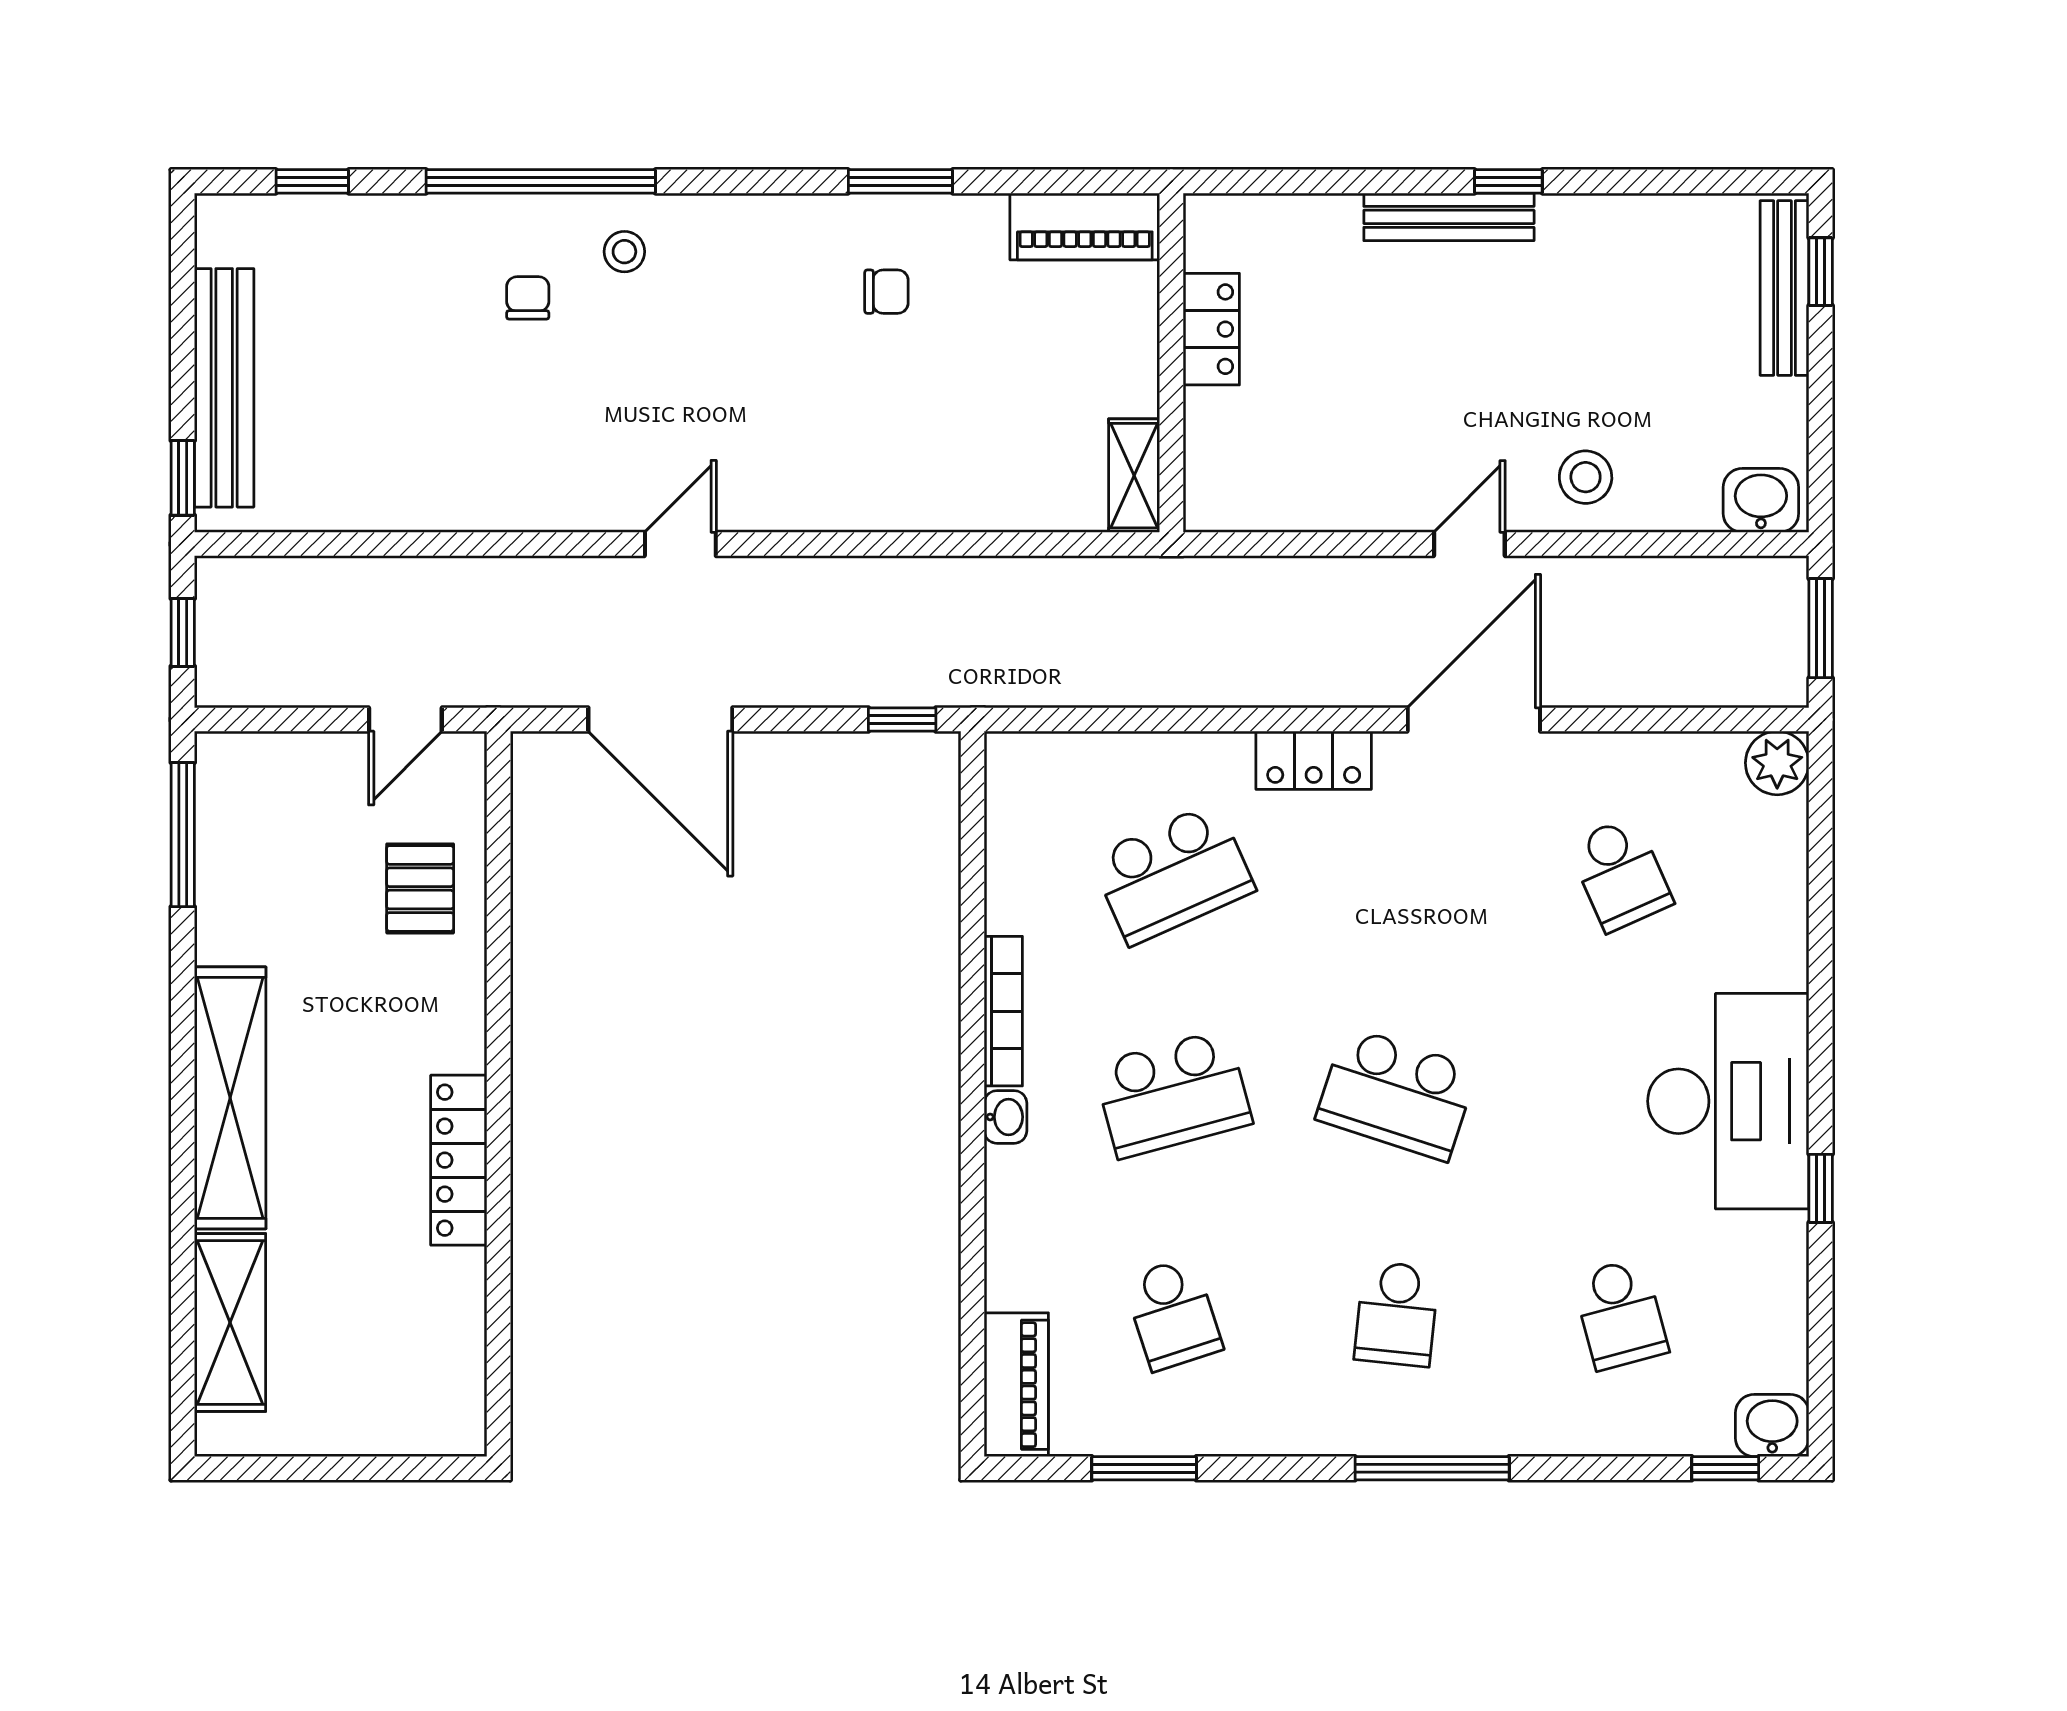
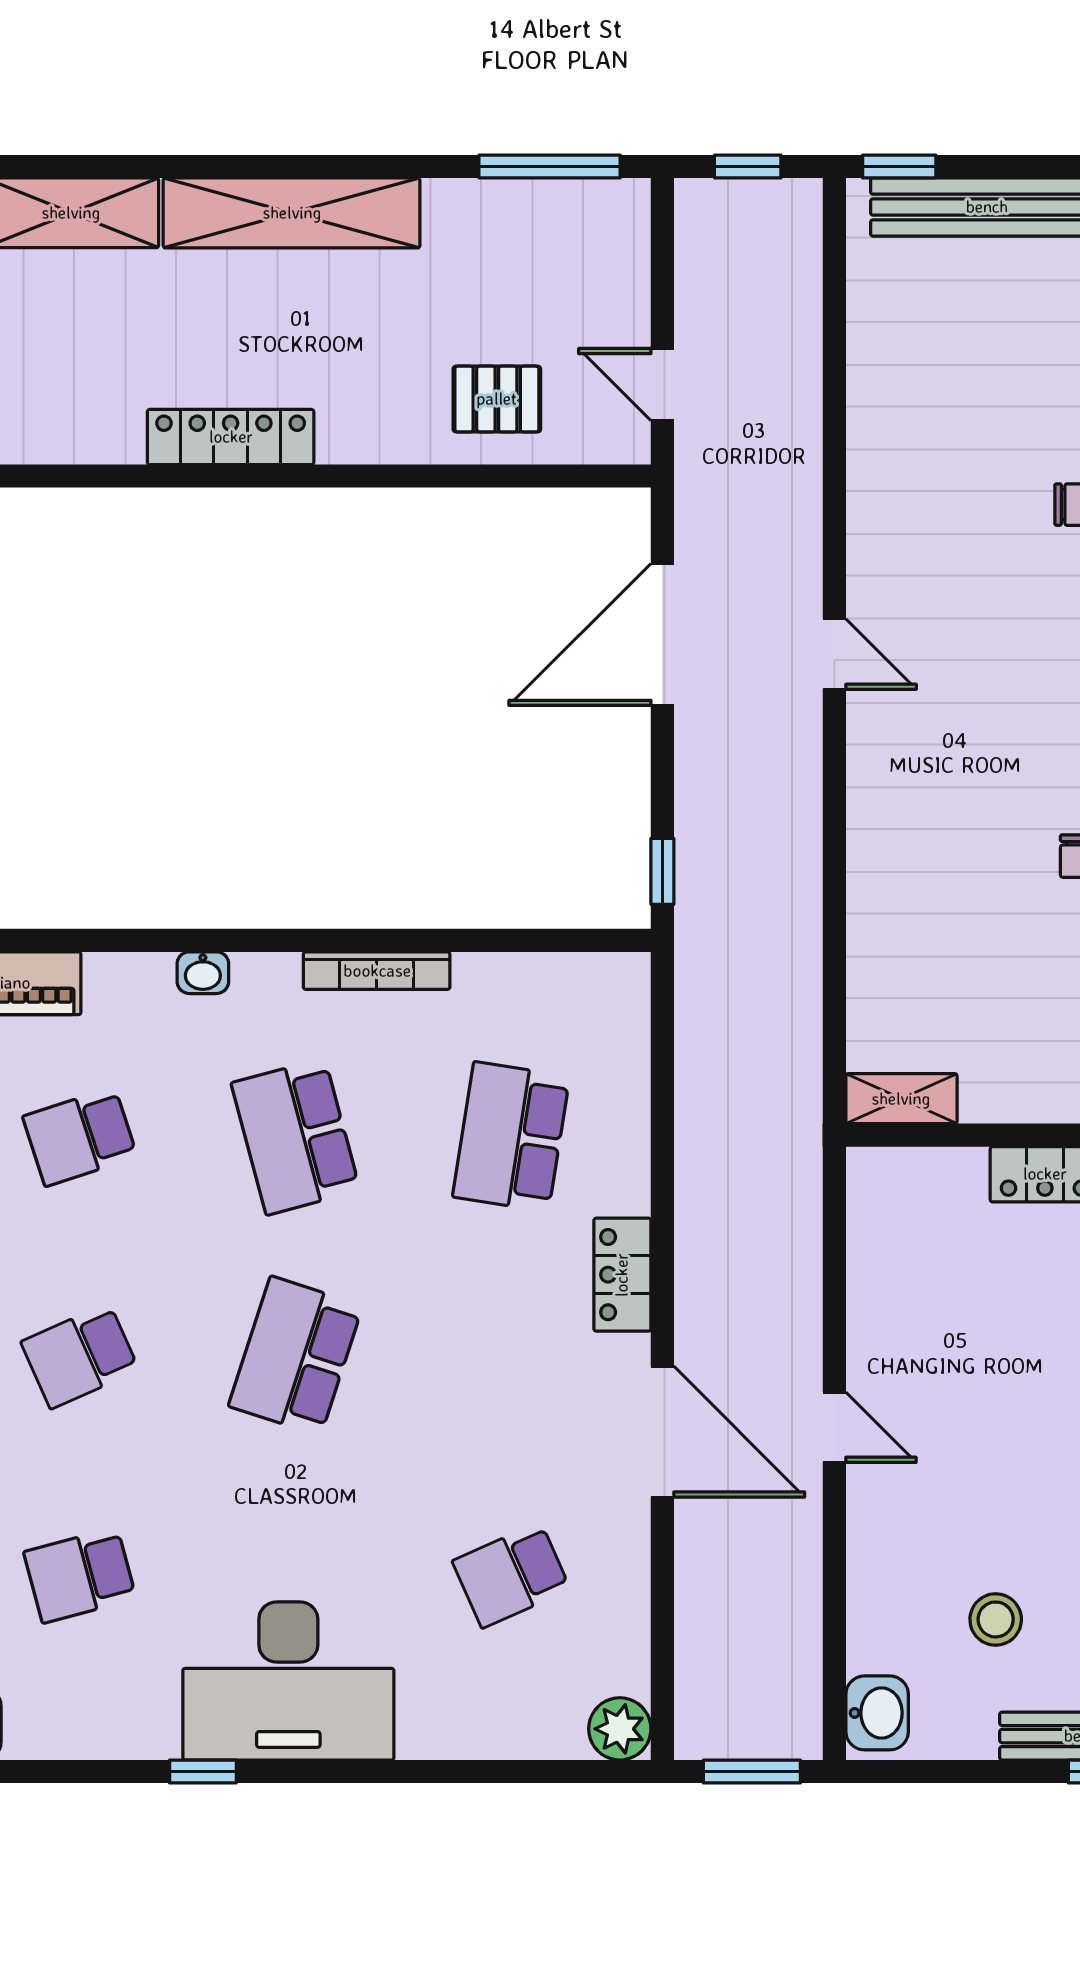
stool: (1586, 477) -> (996, 1619), moved
school desk: (1173, 874) -> (511, 1137), turned 33
washbasin: (1005, 1117) -> (203, 973), moved
school desk: (1397, 1314) -> (80, 1356), turned -30

